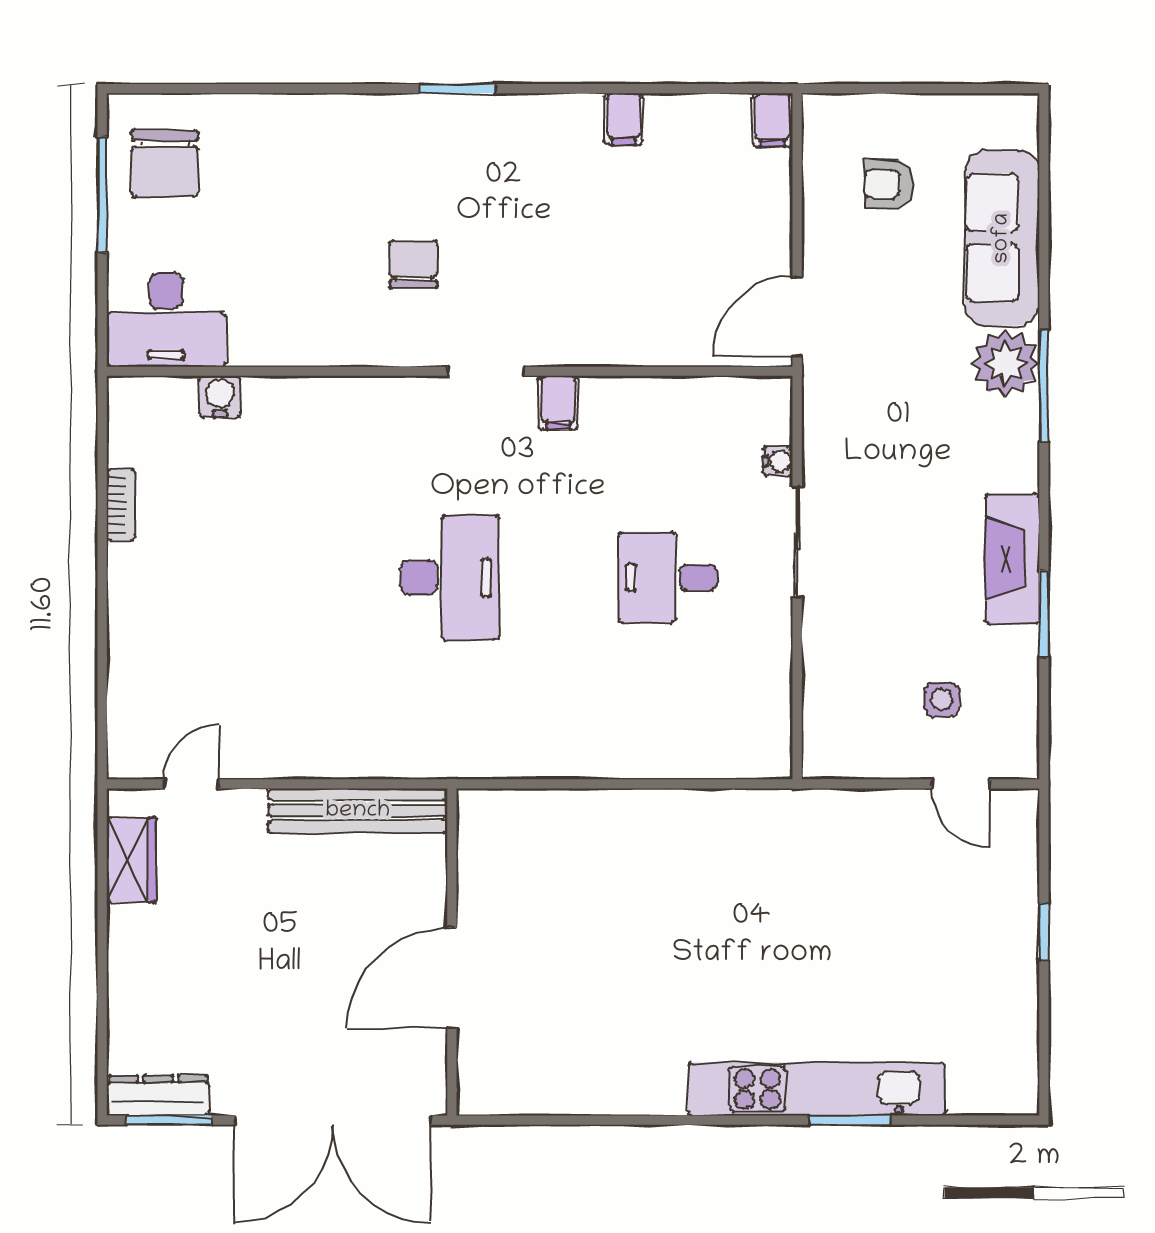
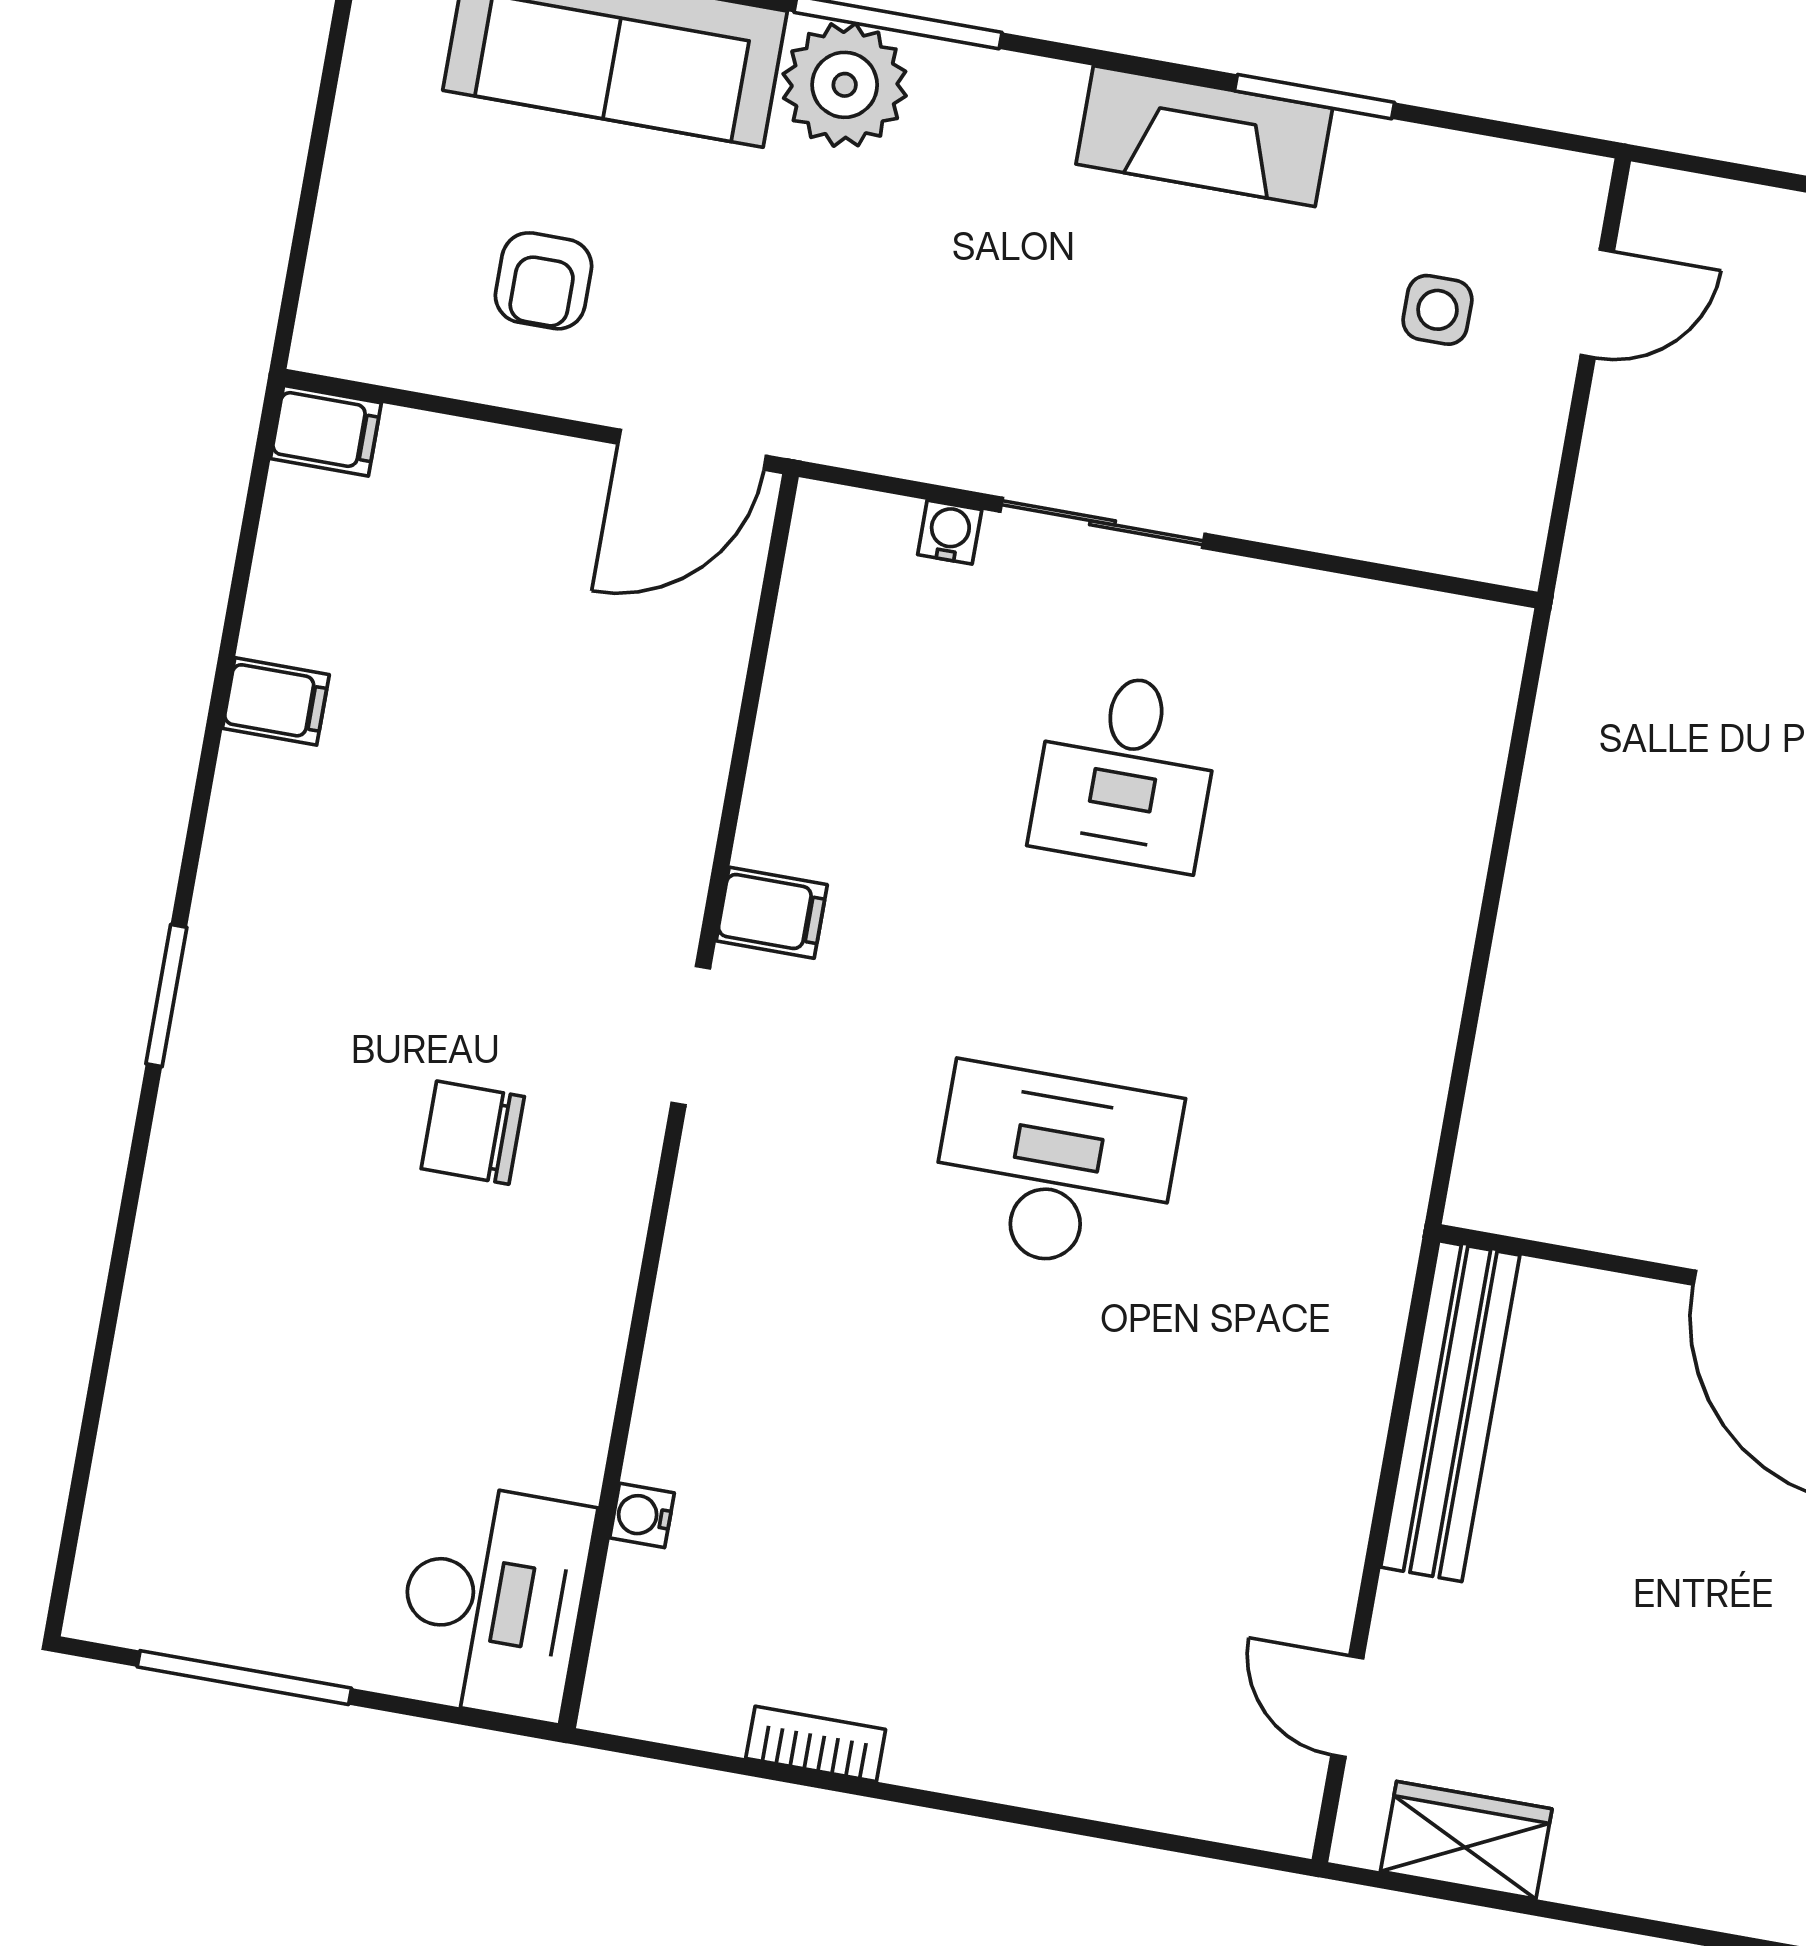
chair: (165, 164) -> (208, 1553), removed
armchair: (889, 184) -> (544, 281), moved
door: (797, 317) -> (692, 450), hinge flipped
water cooler: (220, 397) -> (642, 1515), width x0.72, depth x0.72

